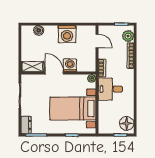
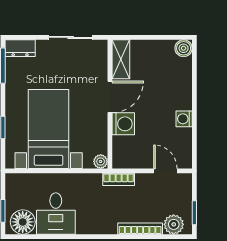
boiler: (39, 30) -> (184, 48), moved
washing machine: (67, 34) -> (184, 119), width x0.53, depth x0.53
door: (97, 41) -> (165, 171), swing flipped
desk: (110, 89) -> (56, 213), moved, turned 180

